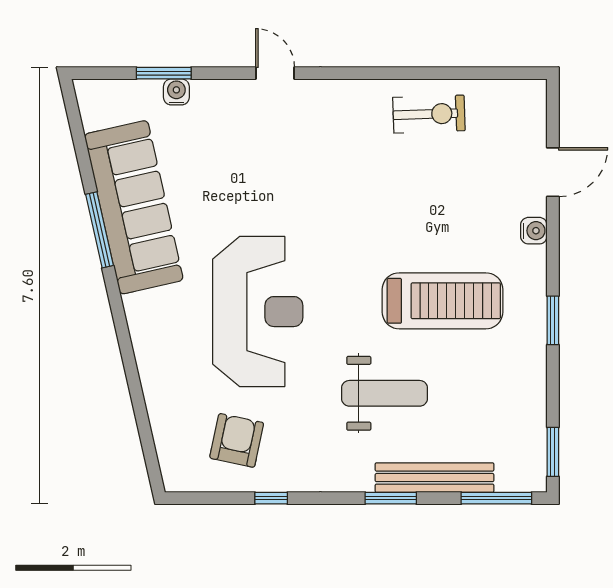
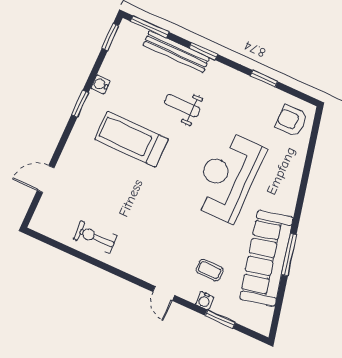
water cooler: (176, 92) -> (205, 301), moved
coffee table: (218, 145) -> (210, 270), added
water cooler: (534, 231) -> (100, 84), moved
weight bench: (385, 393) -> (182, 106), width x0.73, depth x0.75
armchair: (237, 440) -> (292, 121), moved, turned 78
window: (271, 498) -> (264, 79), width x1.50

